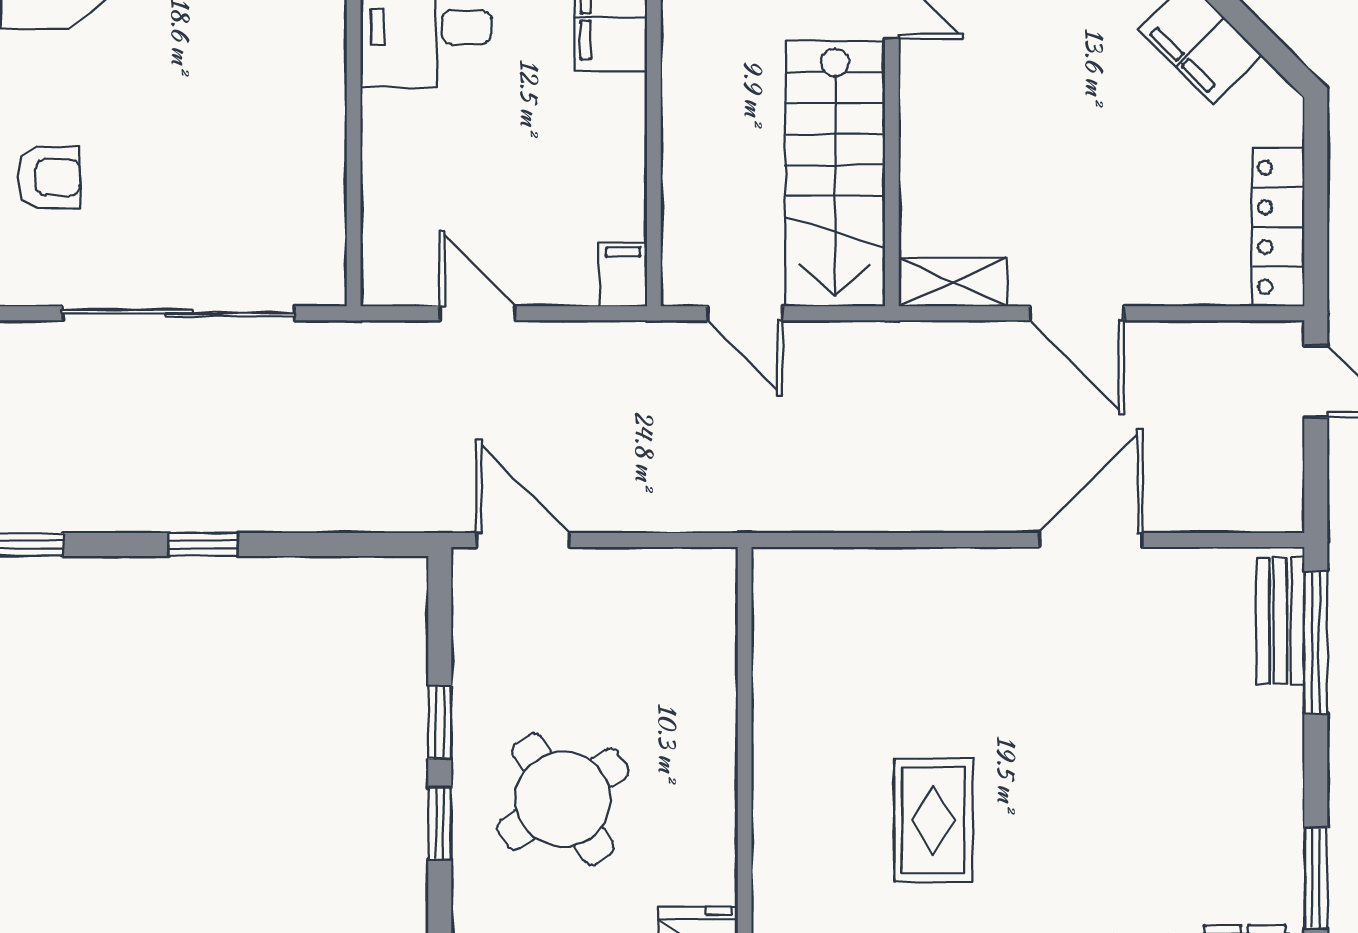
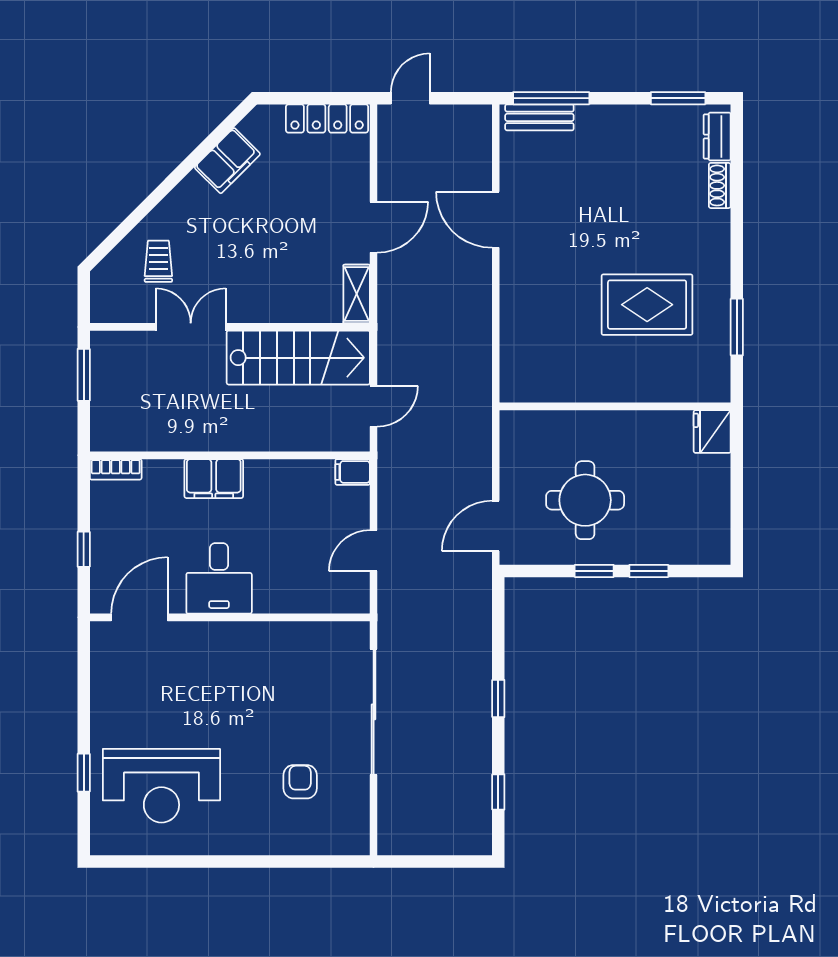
round table: (563, 799) -> (585, 500), moved, turned 34
rug: (933, 820) -> (647, 305), width x1.36, depth x1.43

